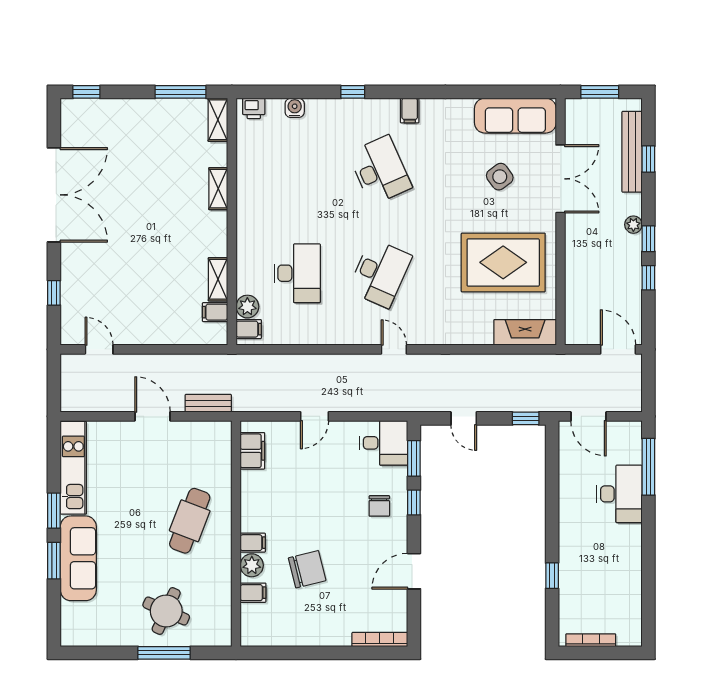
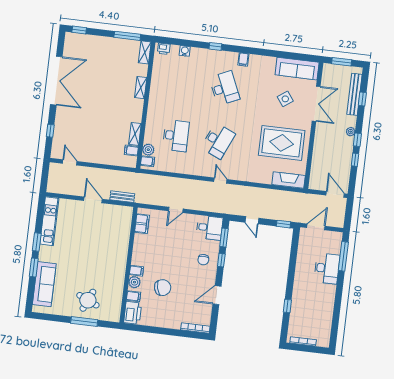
door: (588, 416) -> (316, 227), swing flipped
cafe table: (190, 521) -> (106, 256), removed
sofa: (78, 558) -> (44, 284), moved
printer: (255, 625) -> (133, 313), added

